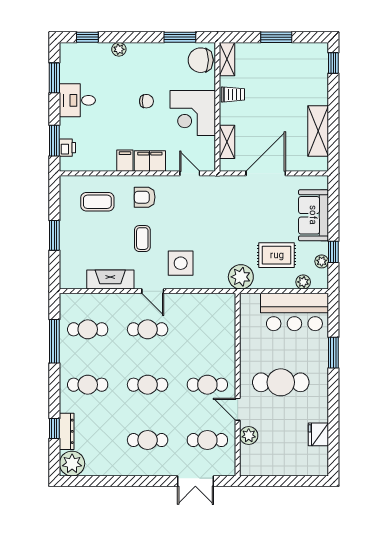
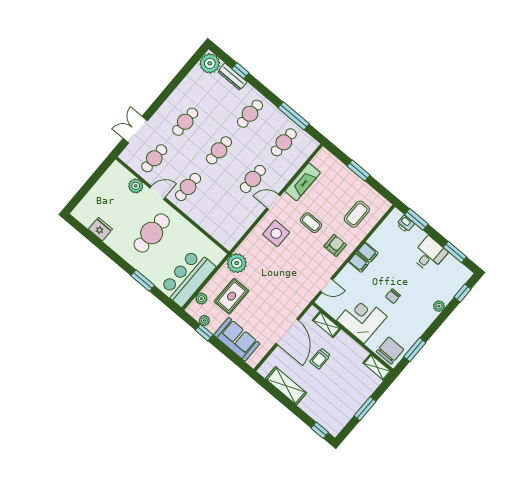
trolley: (233, 94) -> (320, 359), moved
filing cabinet: (150, 161) -> (359, 263), width x0.50

